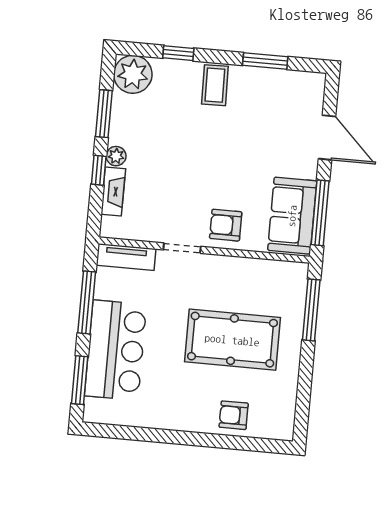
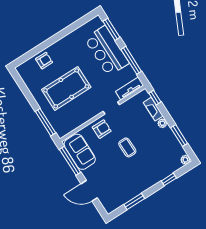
plant: (133, 74) -> (185, 160), width x0.53, depth x0.53
coffee table: (215, 85) -> (127, 147), moved
window: (99, 170) -> (155, 98), moved

